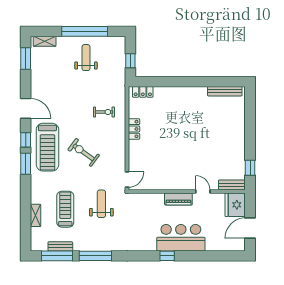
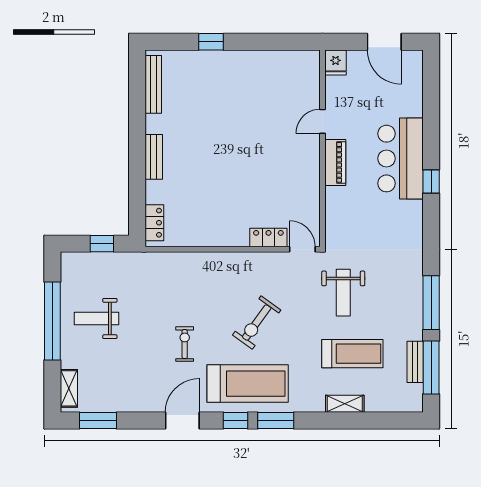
exercise bike: (104, 112) -> (185, 344), moved
locker: (134, 129) -> (268, 238), moved
window: (250, 168) -> (211, 42), moved
bench: (232, 185) -> (154, 157), moved
weight bench: (101, 204) -> (343, 293), turned -90
fridge: (235, 205) -> (336, 62), width x0.53, depth x0.75
treadmill: (65, 209) -> (352, 354), turned 180
shelving: (35, 215) -> (345, 404), moved

